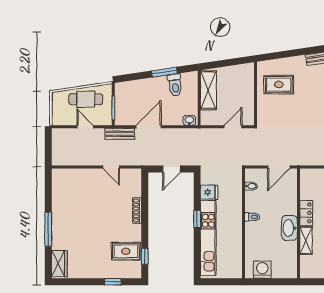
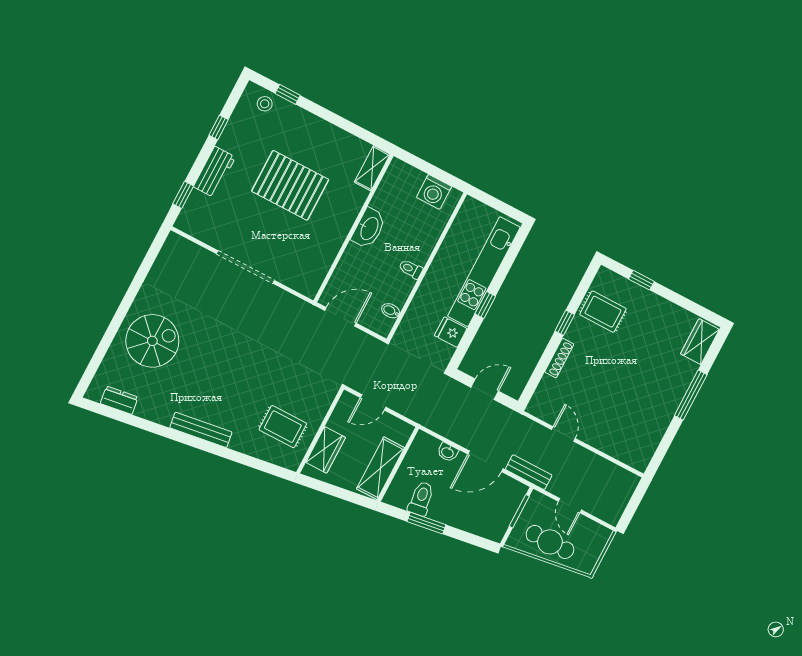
wardrobe: (246, 84) -> (326, 450), added
washbasin: (189, 120) -> (448, 452), moved
locker: (306, 213) -> (336, 237), removed
shelving: (306, 240) -> (372, 168), moved
window: (145, 256) -> (565, 323), moved

